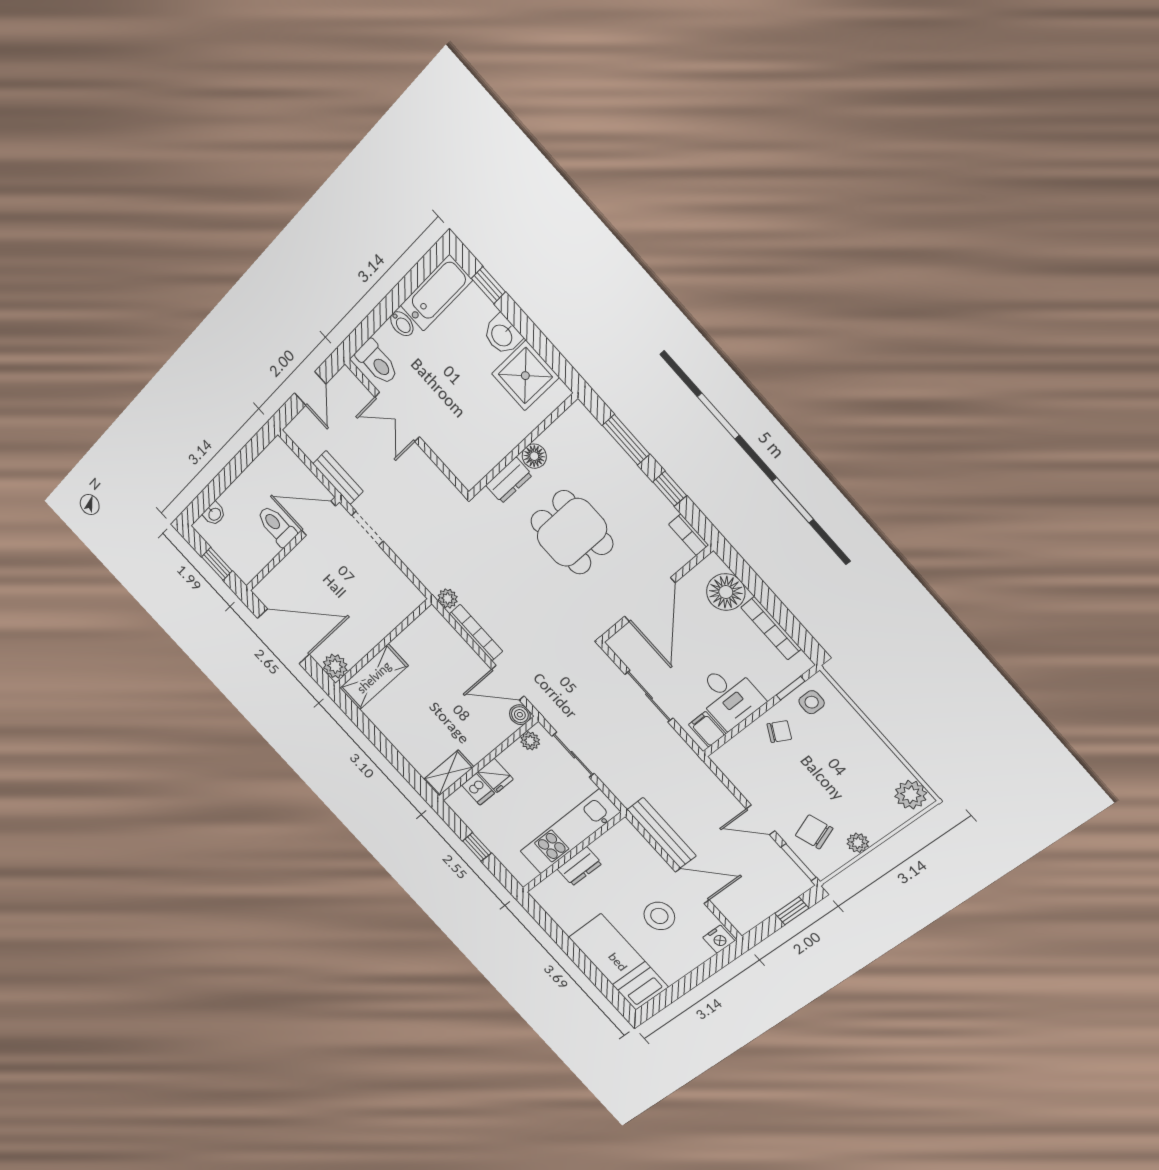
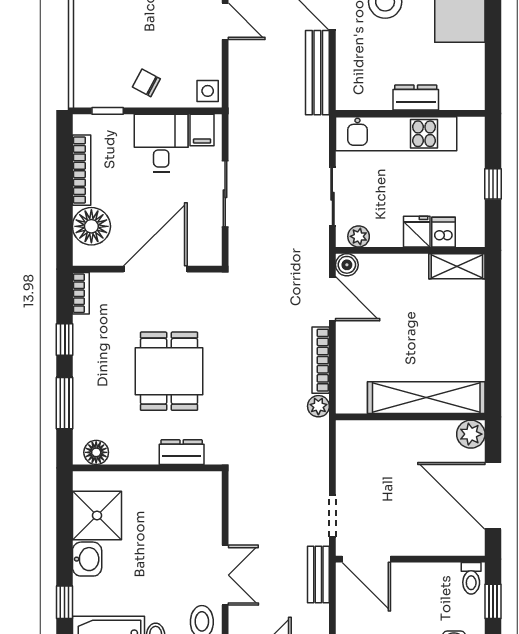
floor lamp: (534, 456) -> (96, 452), moved
toilet: (277, 526) -> (471, 578), moved, width x0.73, depth x0.72
shelving: (374, 677) -> (426, 398), width x1.47
side table: (812, 702) -> (208, 91), moved

